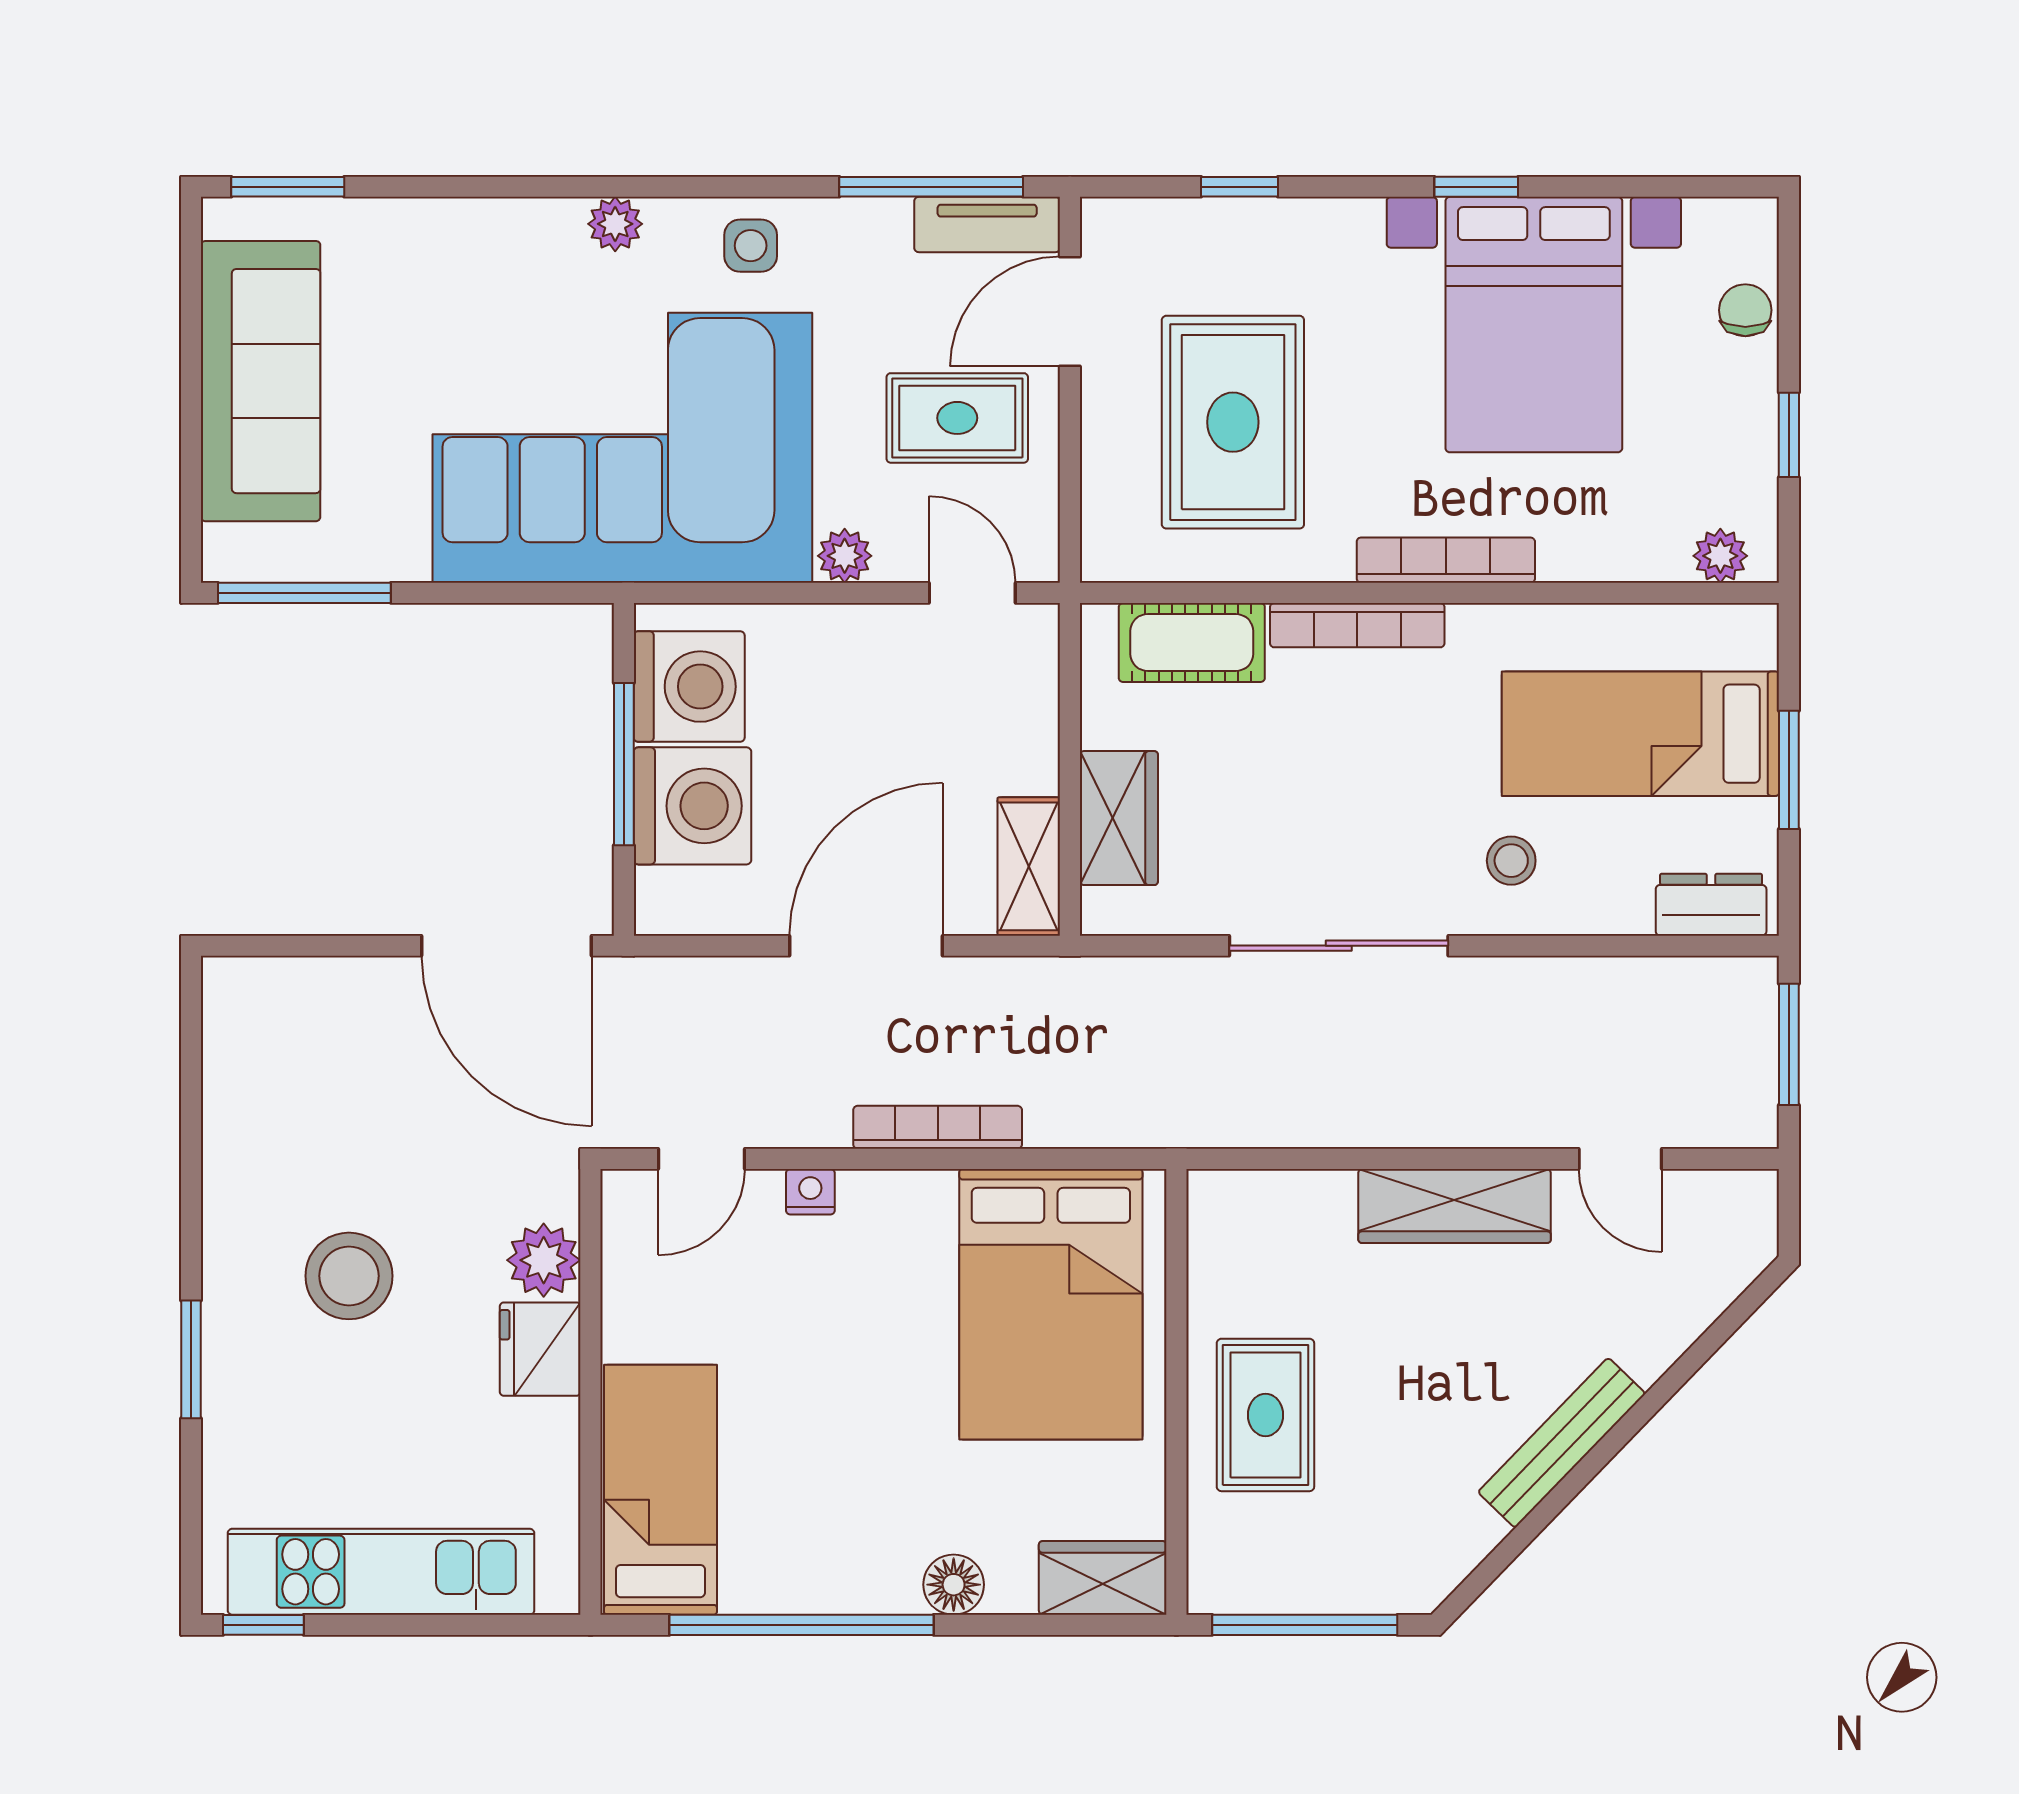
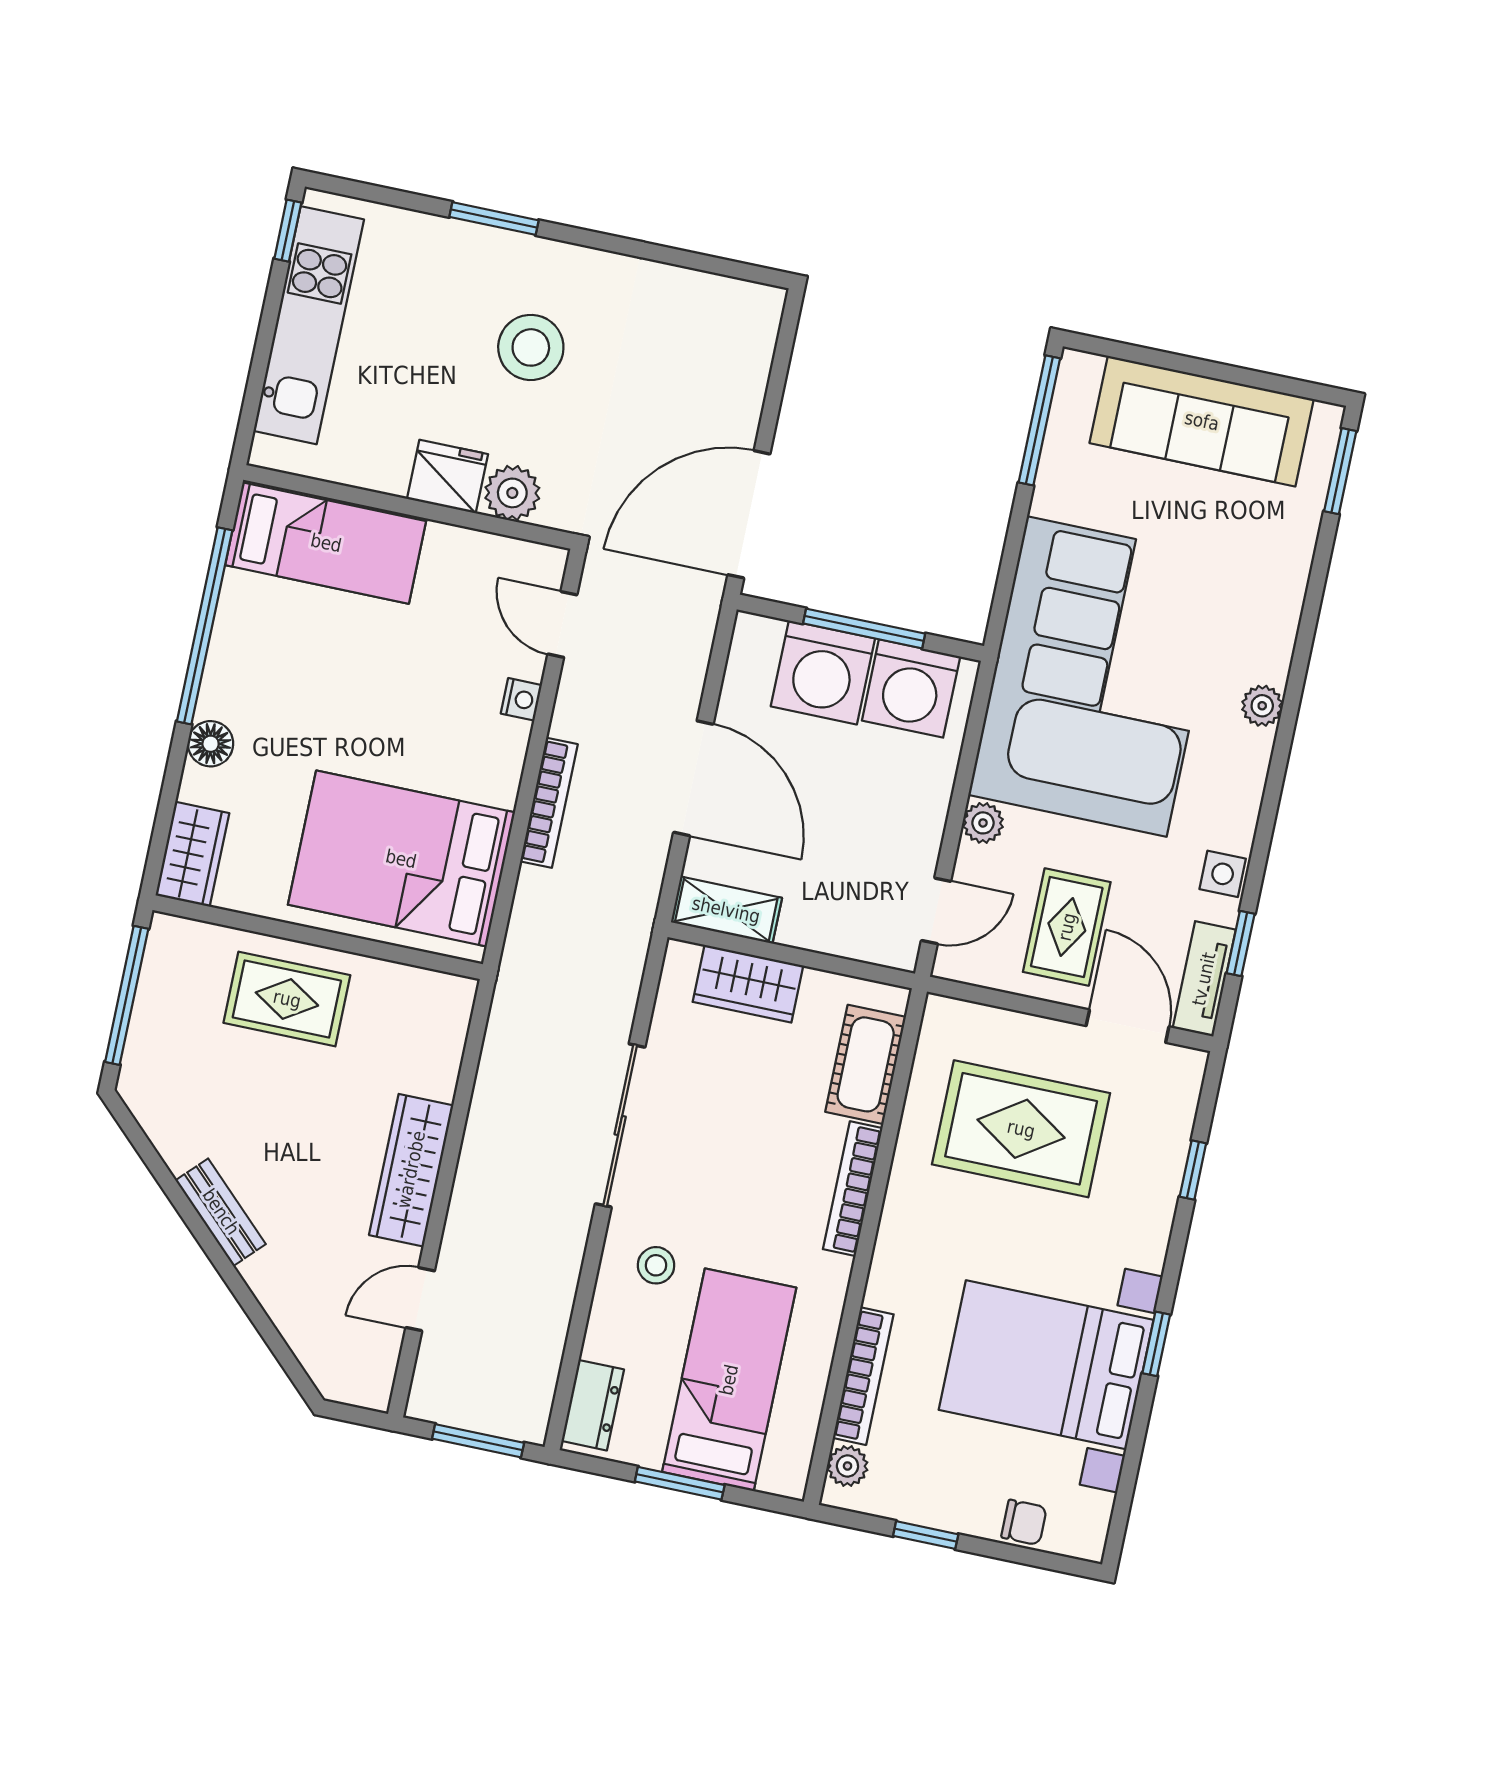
window: (931, 187) -> (1241, 944), width x0.46
side table: (751, 246) -> (1223, 874), moved
bookcase: (1446, 560) -> (863, 1376), moved
bench: (1562, 1443) -> (221, 1212), width x0.73

